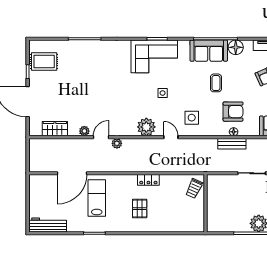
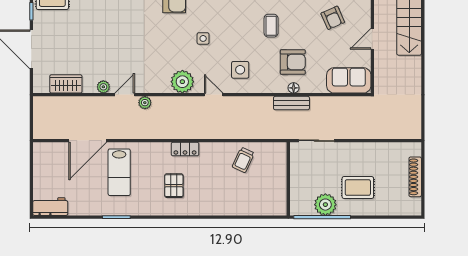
lab bench: (97, 198) -> (119, 172), turned 180
wall: (205, 203) -> (288, 179), moved
workbench: (48, 225) -> (50, 207), width x0.73

